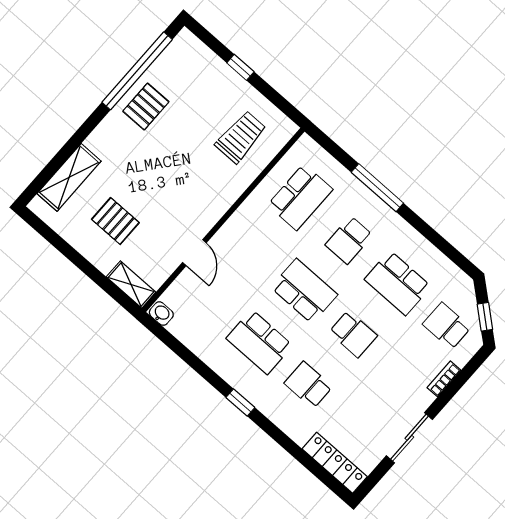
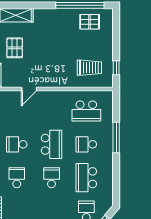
window: (240, 67) -> (116, 68), moved
pallet: (146, 107) -> (90, 22), moved
school desk: (353, 334) -> (52, 178), turned 180
school desk: (259, 342) -> (17, 144), width x0.54

